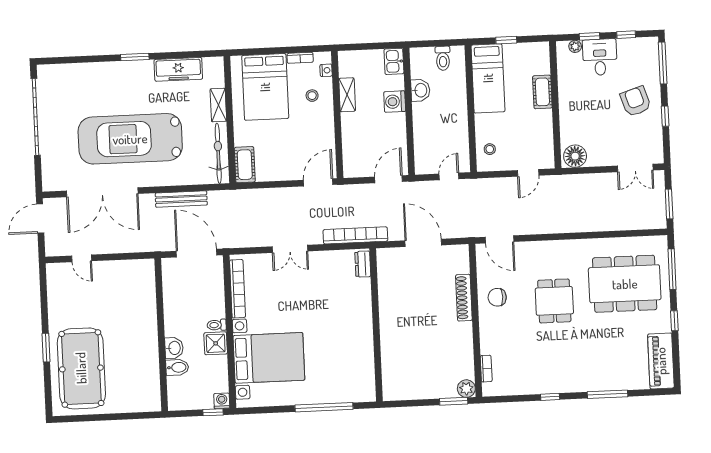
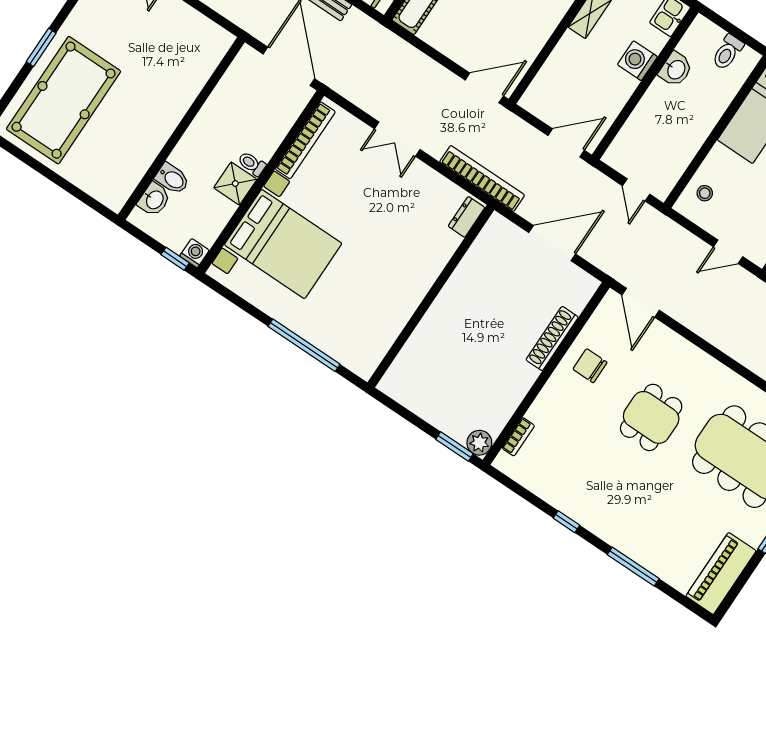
door: (449, 176) -> (636, 190), swing flipped
door: (423, 243) -> (552, 243), hinge flipped
washbasin: (174, 348) -> (154, 199), moved

